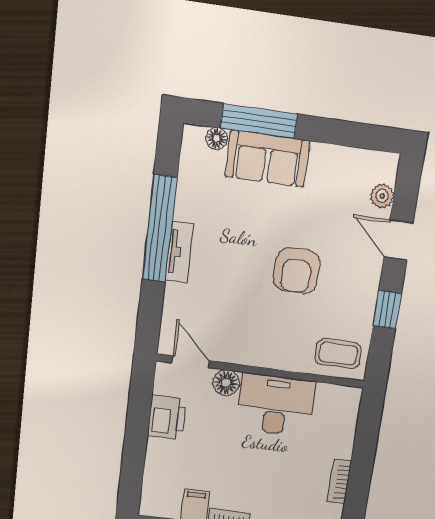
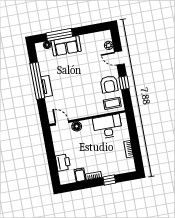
armchair: (297, 271) -> (109, 84), moved
desk: (276, 405) -> (108, 127), moved
printer: (167, 417) -> (63, 163), moved

